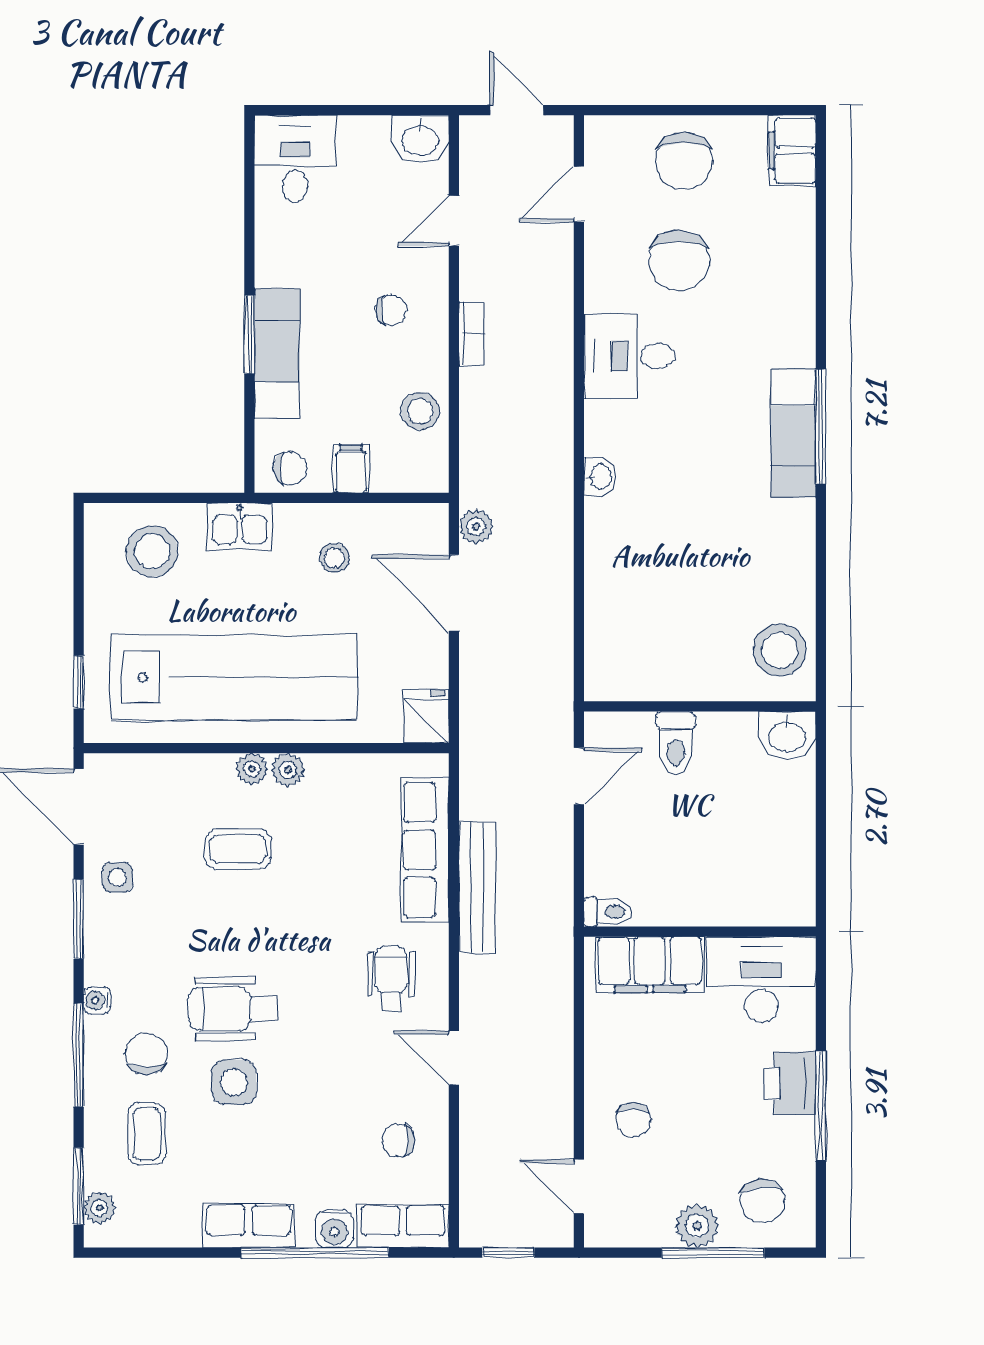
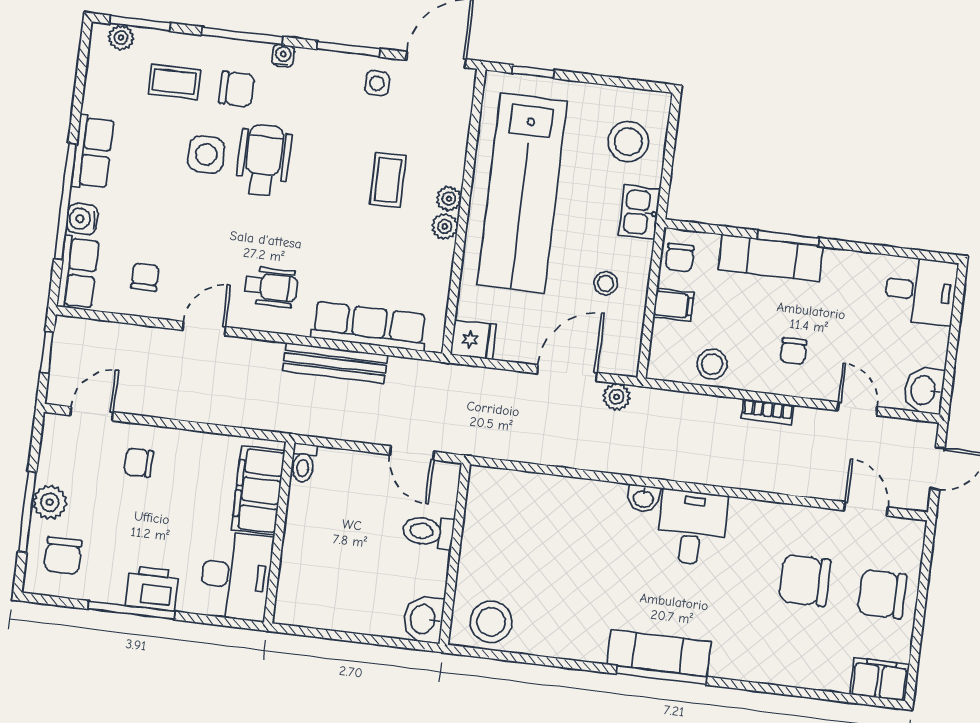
desk: (630, 356) -> (692, 527), moved
chair: (762, 1201) -> (63, 555), turned -84

